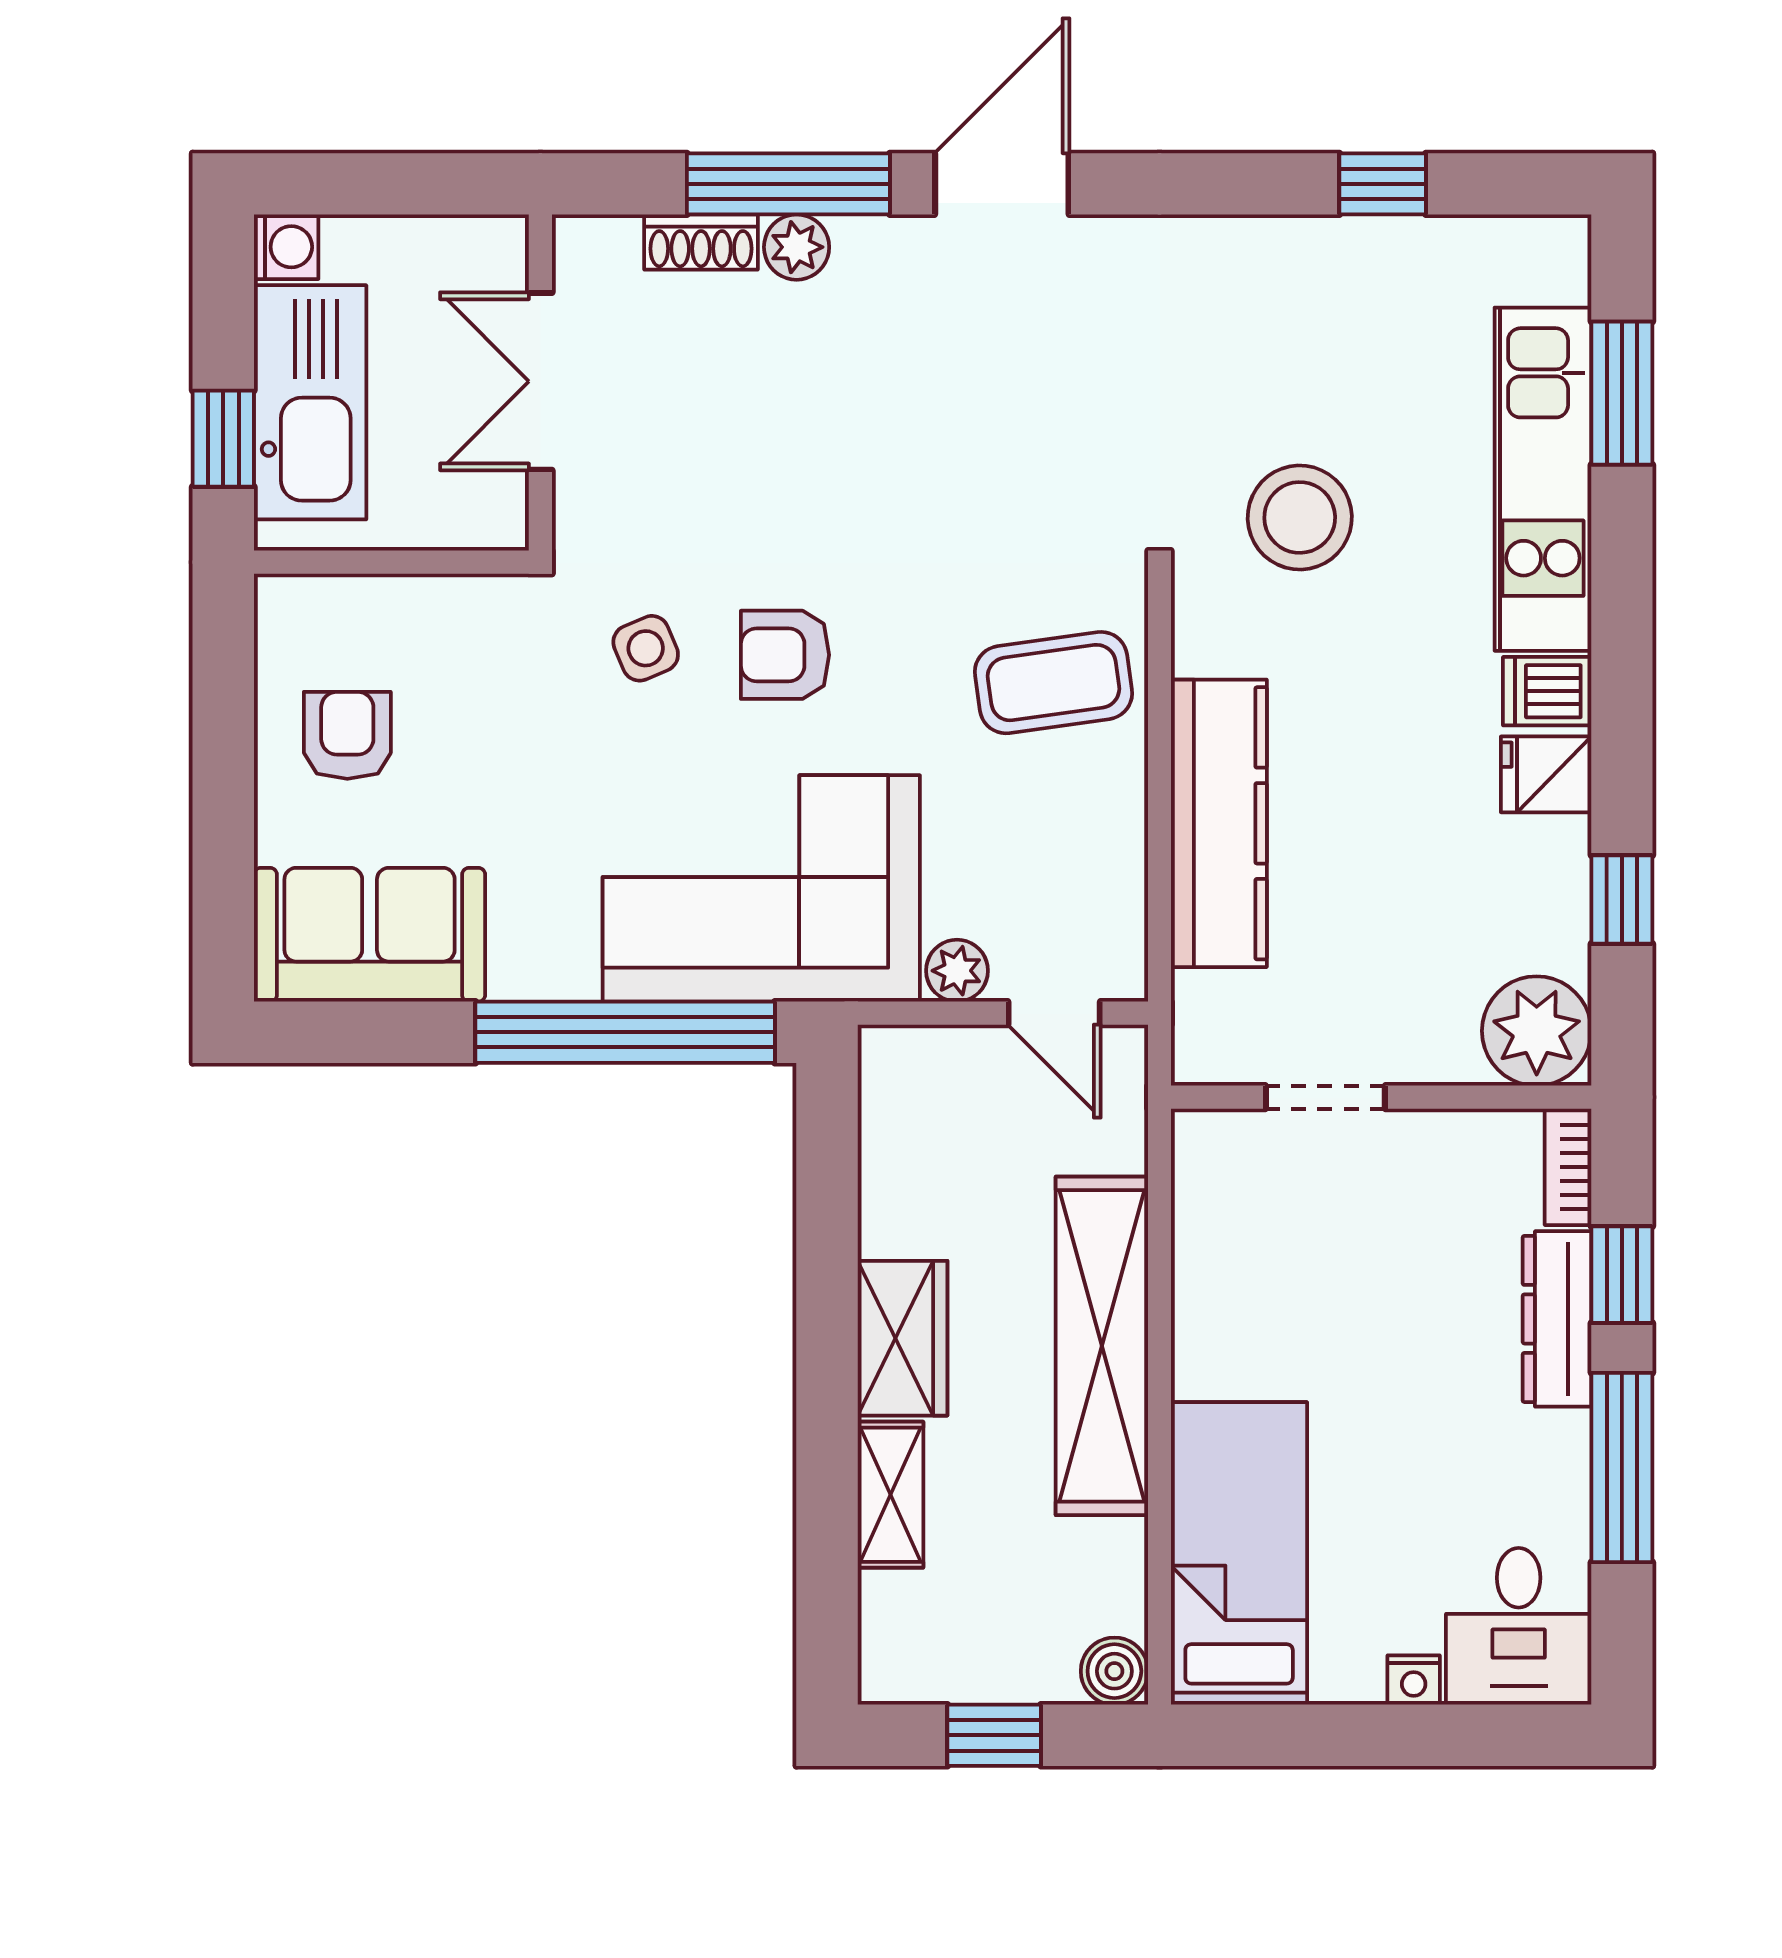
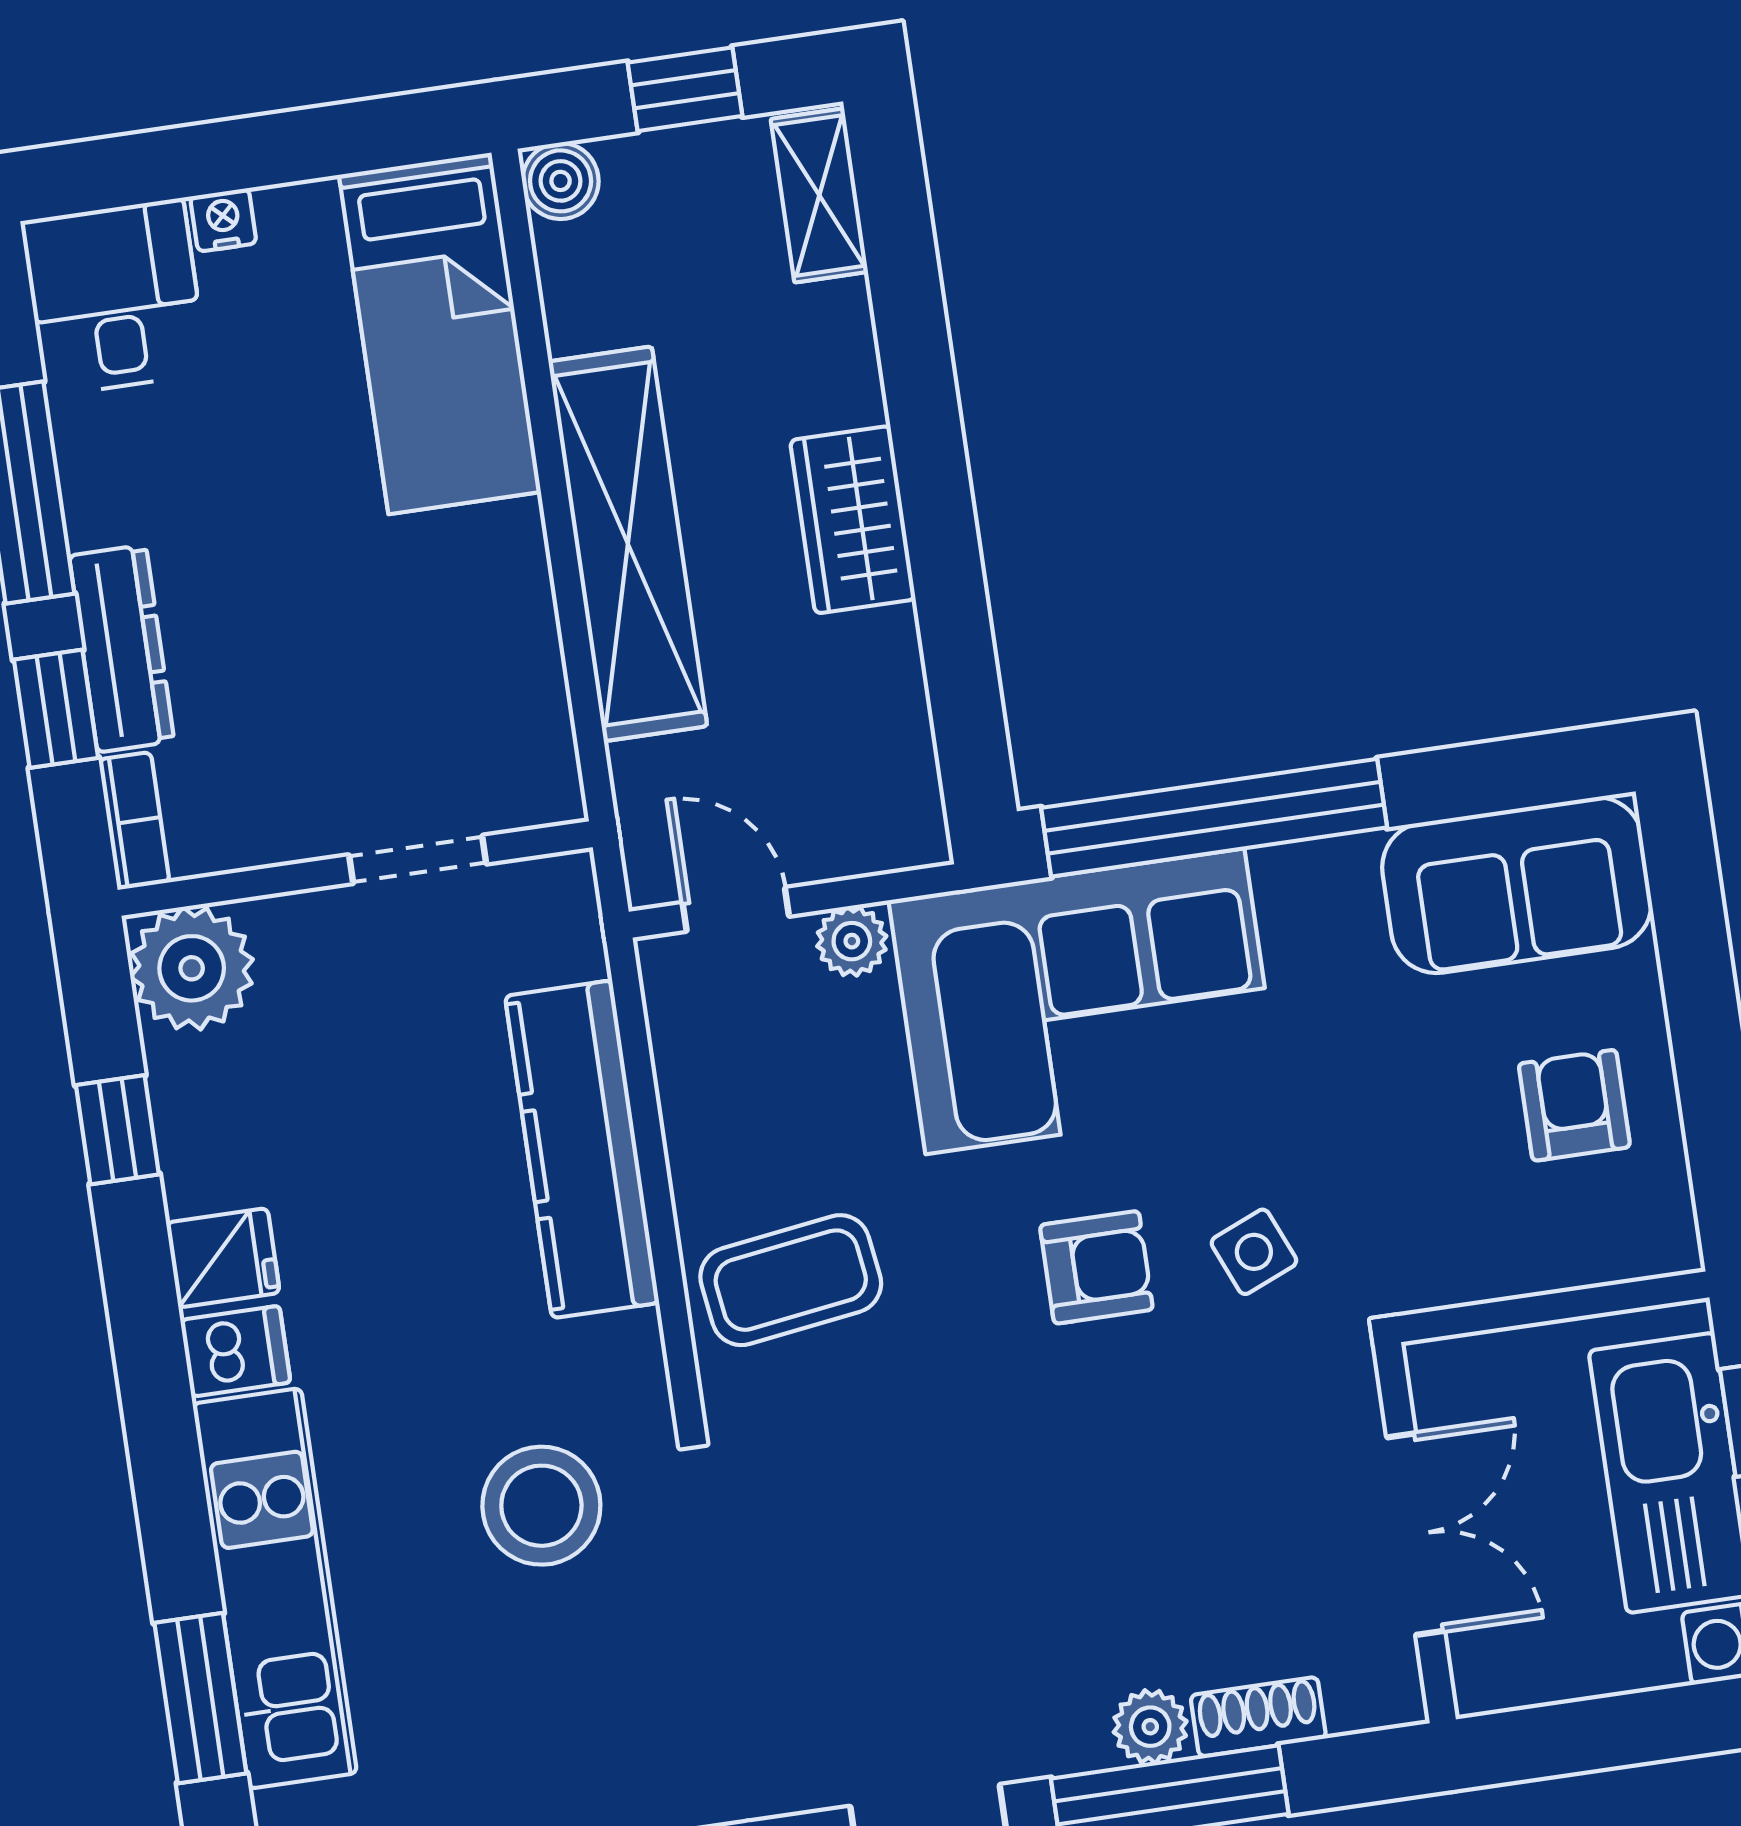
armchair: (347, 735) -> (1574, 1105), turned 180
shelving: (890, 1495) -> (819, 195), moved

